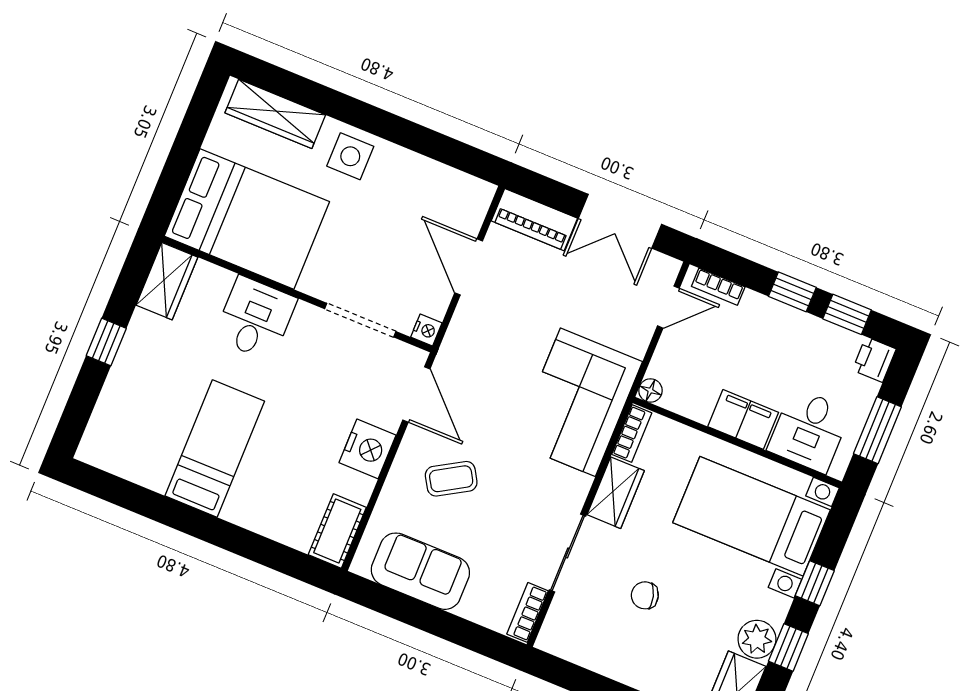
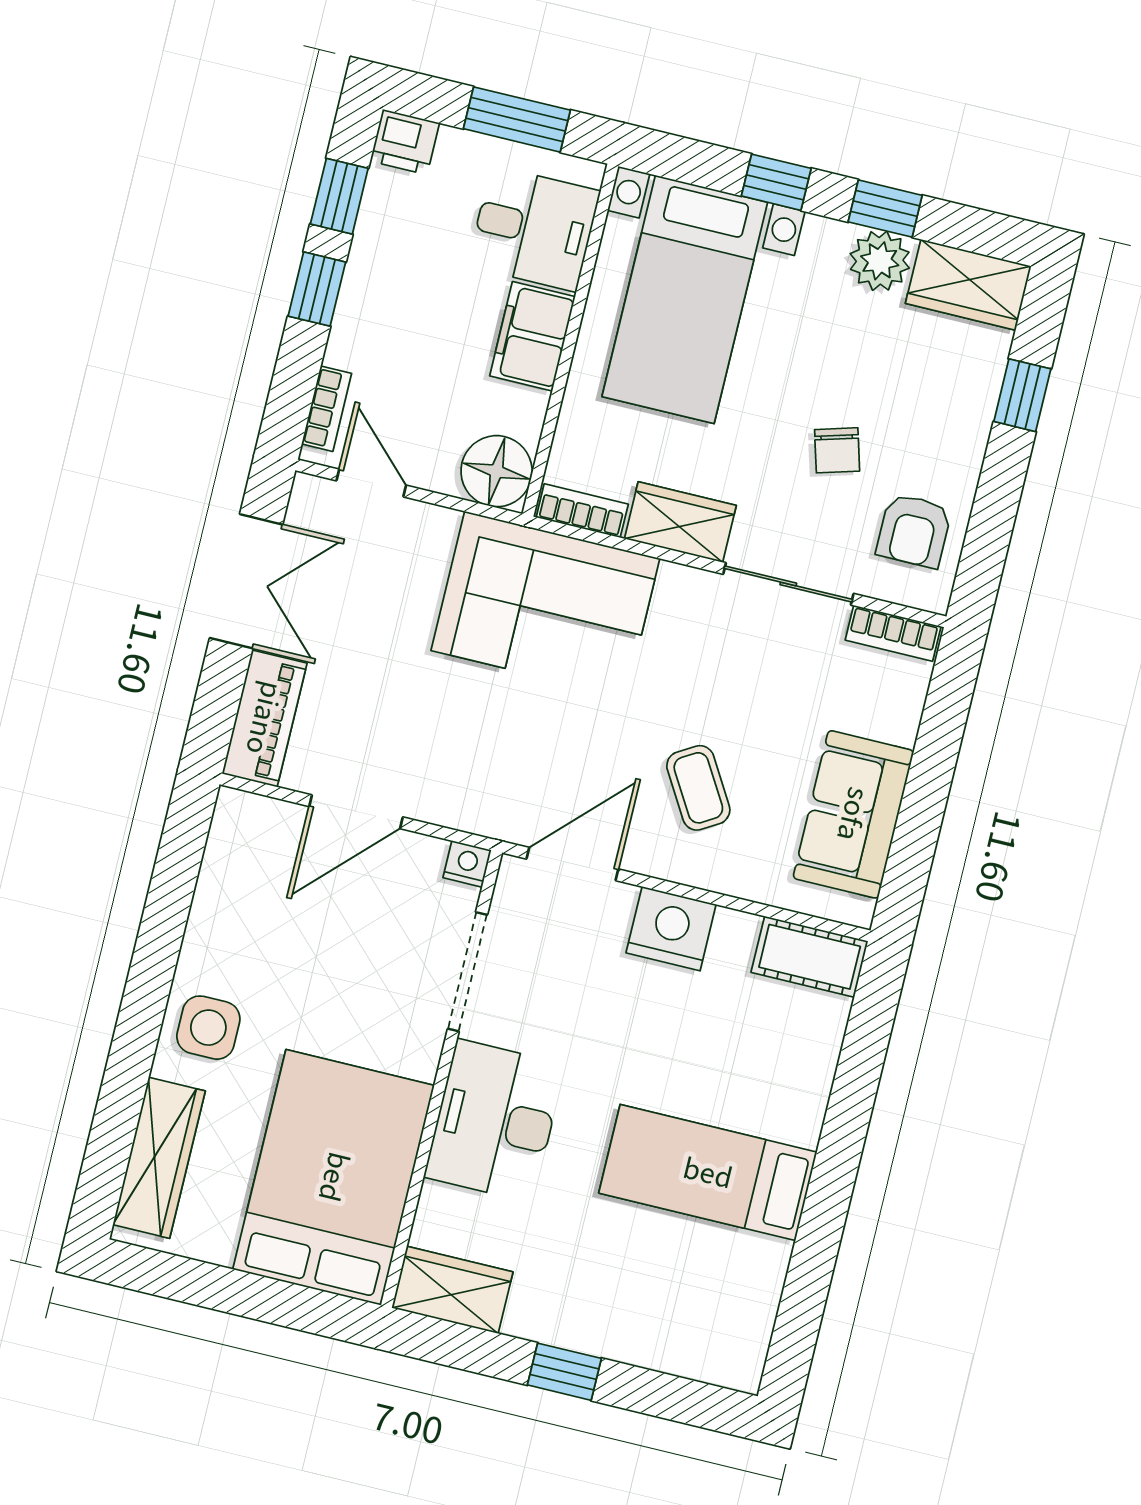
desk: (255, 318) -> (495, 1121), width x1.37
floor lamp: (650, 391) -> (497, 471), width x1.89, depth x1.89
armchair: (588, 635) -> (914, 531), added

